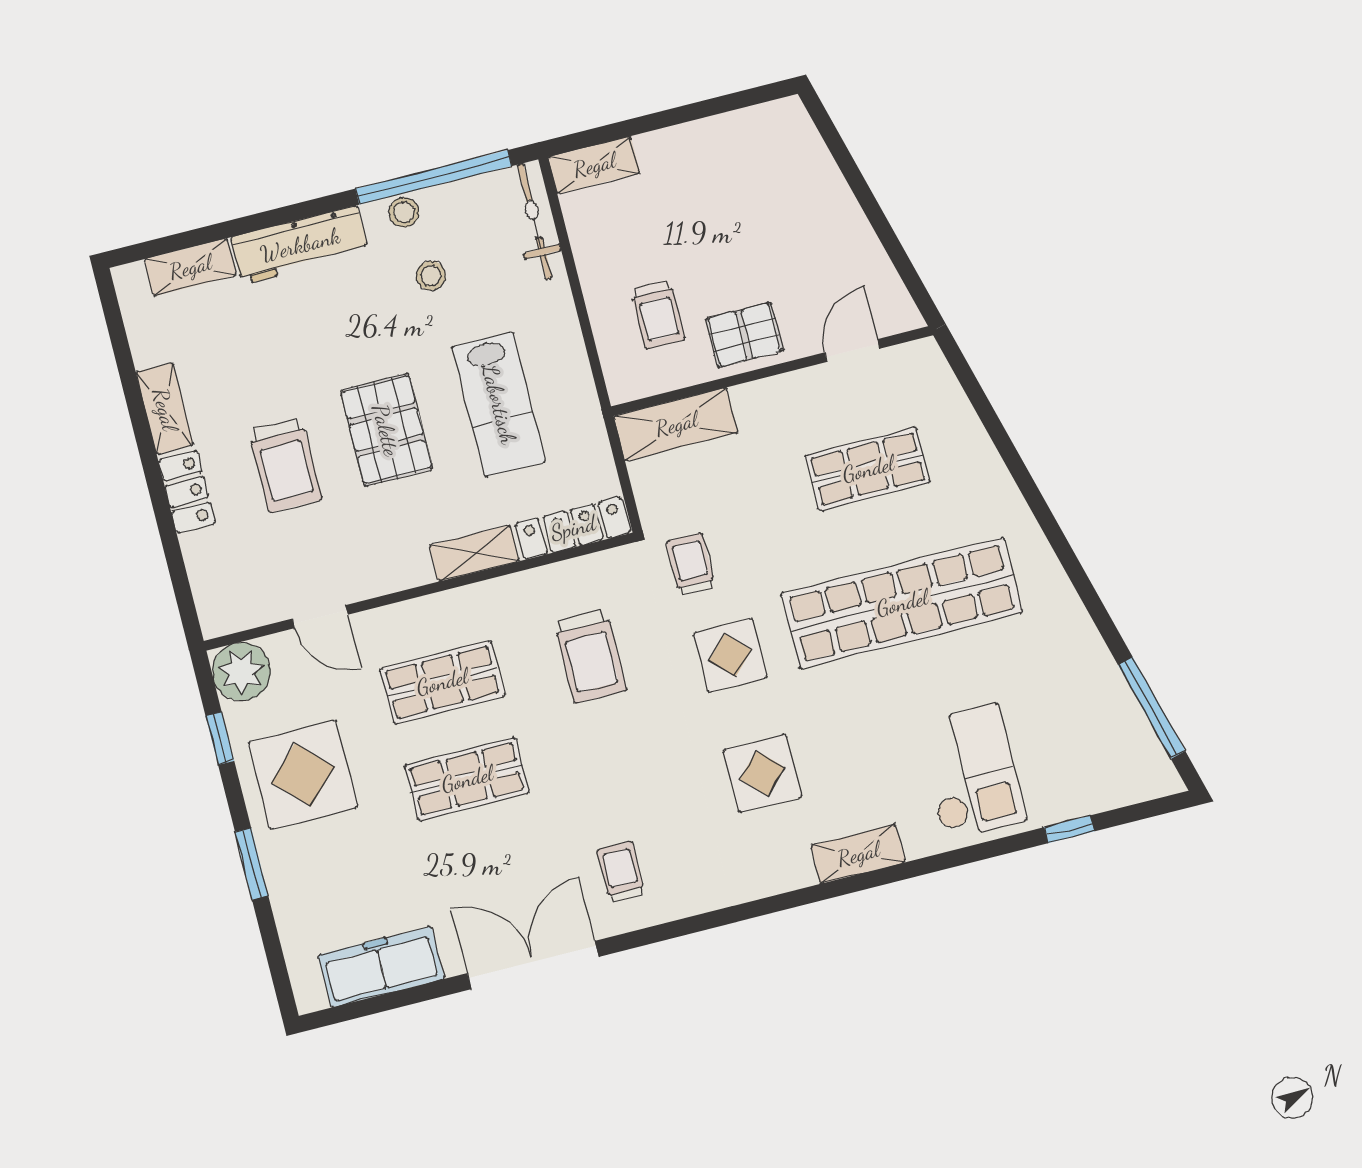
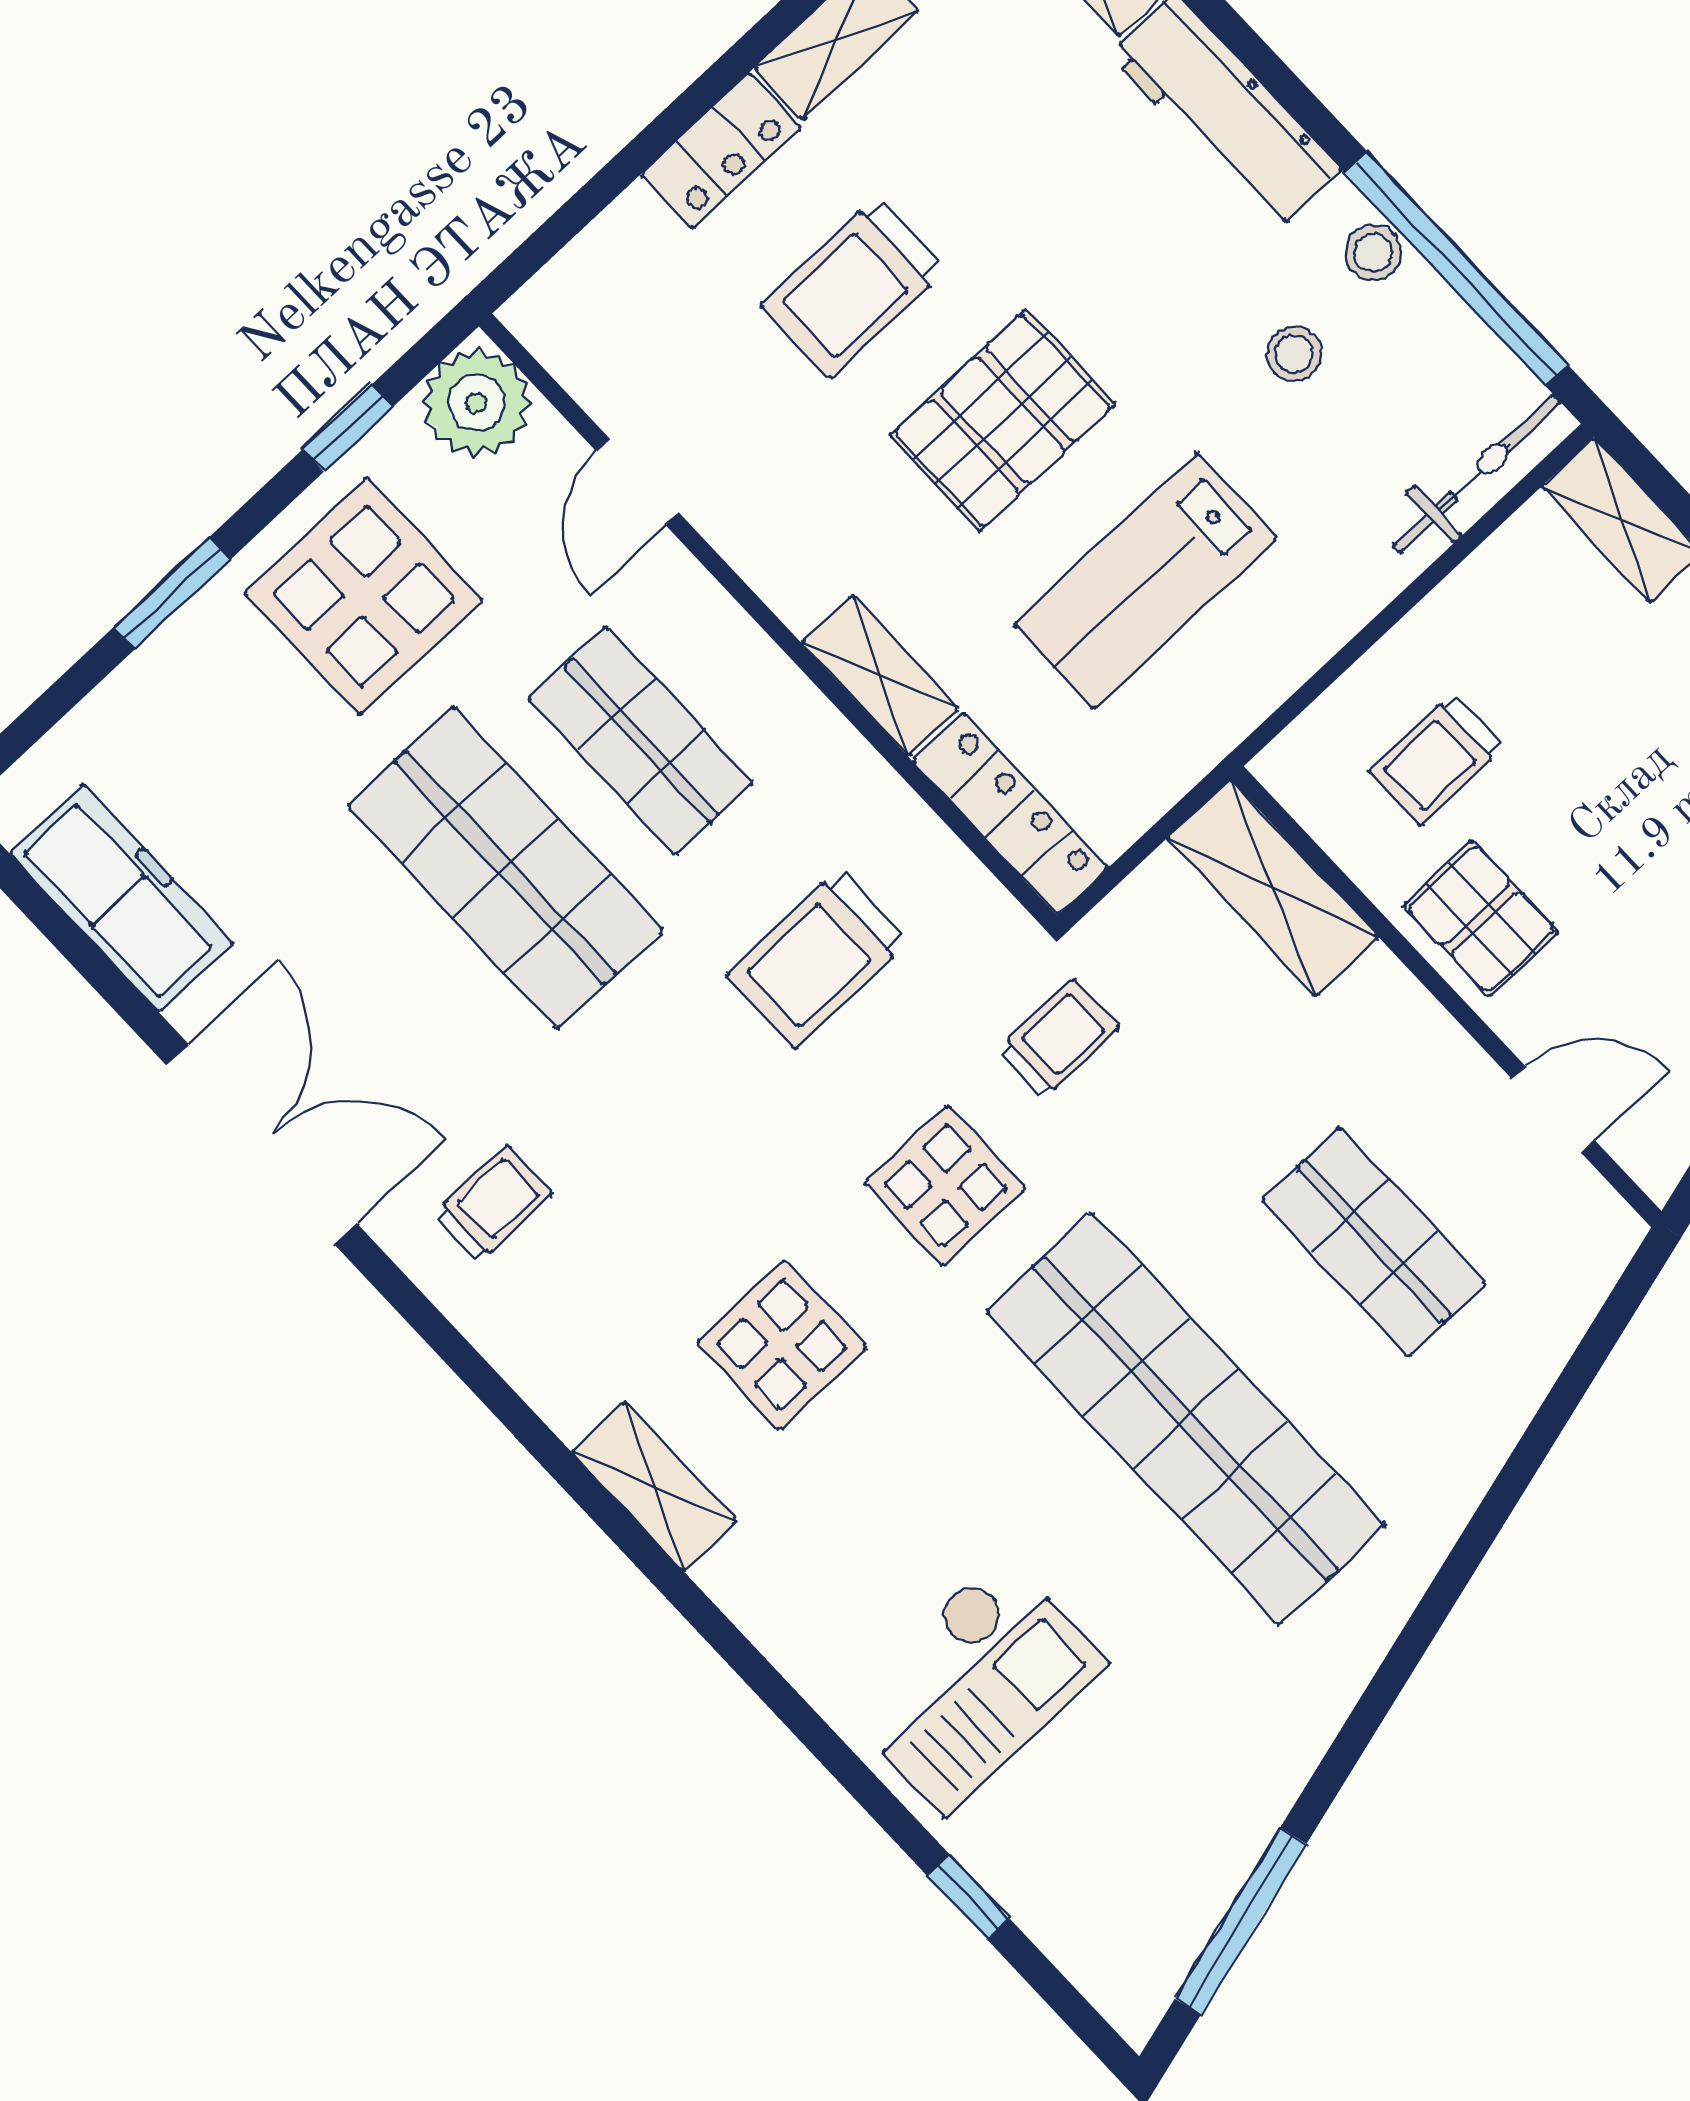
shop shelf: (467, 779) -> (505, 868), width x1.43, depth x1.36
shelving: (858, 854) -> (654, 1486), moved

